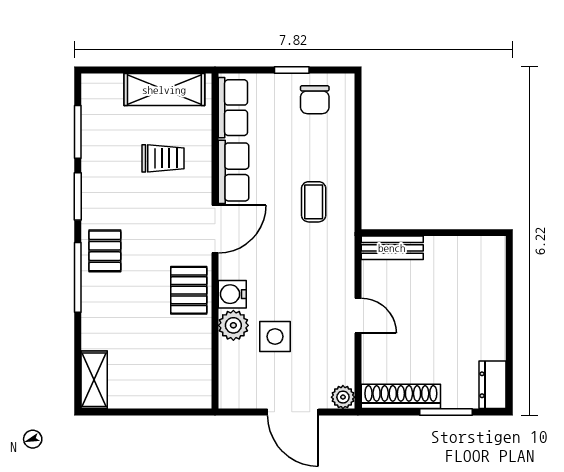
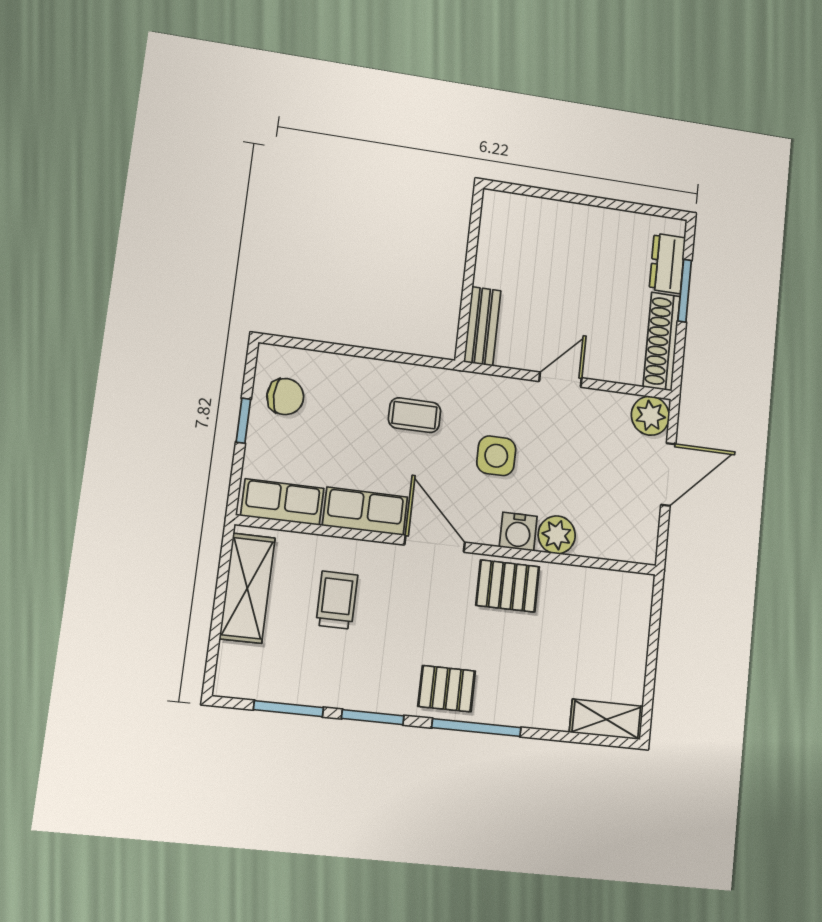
side table: (275, 337) -> (496, 456), moved
dresser: (492, 385) -> (667, 263), moved, turned 90
plant: (343, 397) -> (650, 416), width x1.38, depth x1.38

